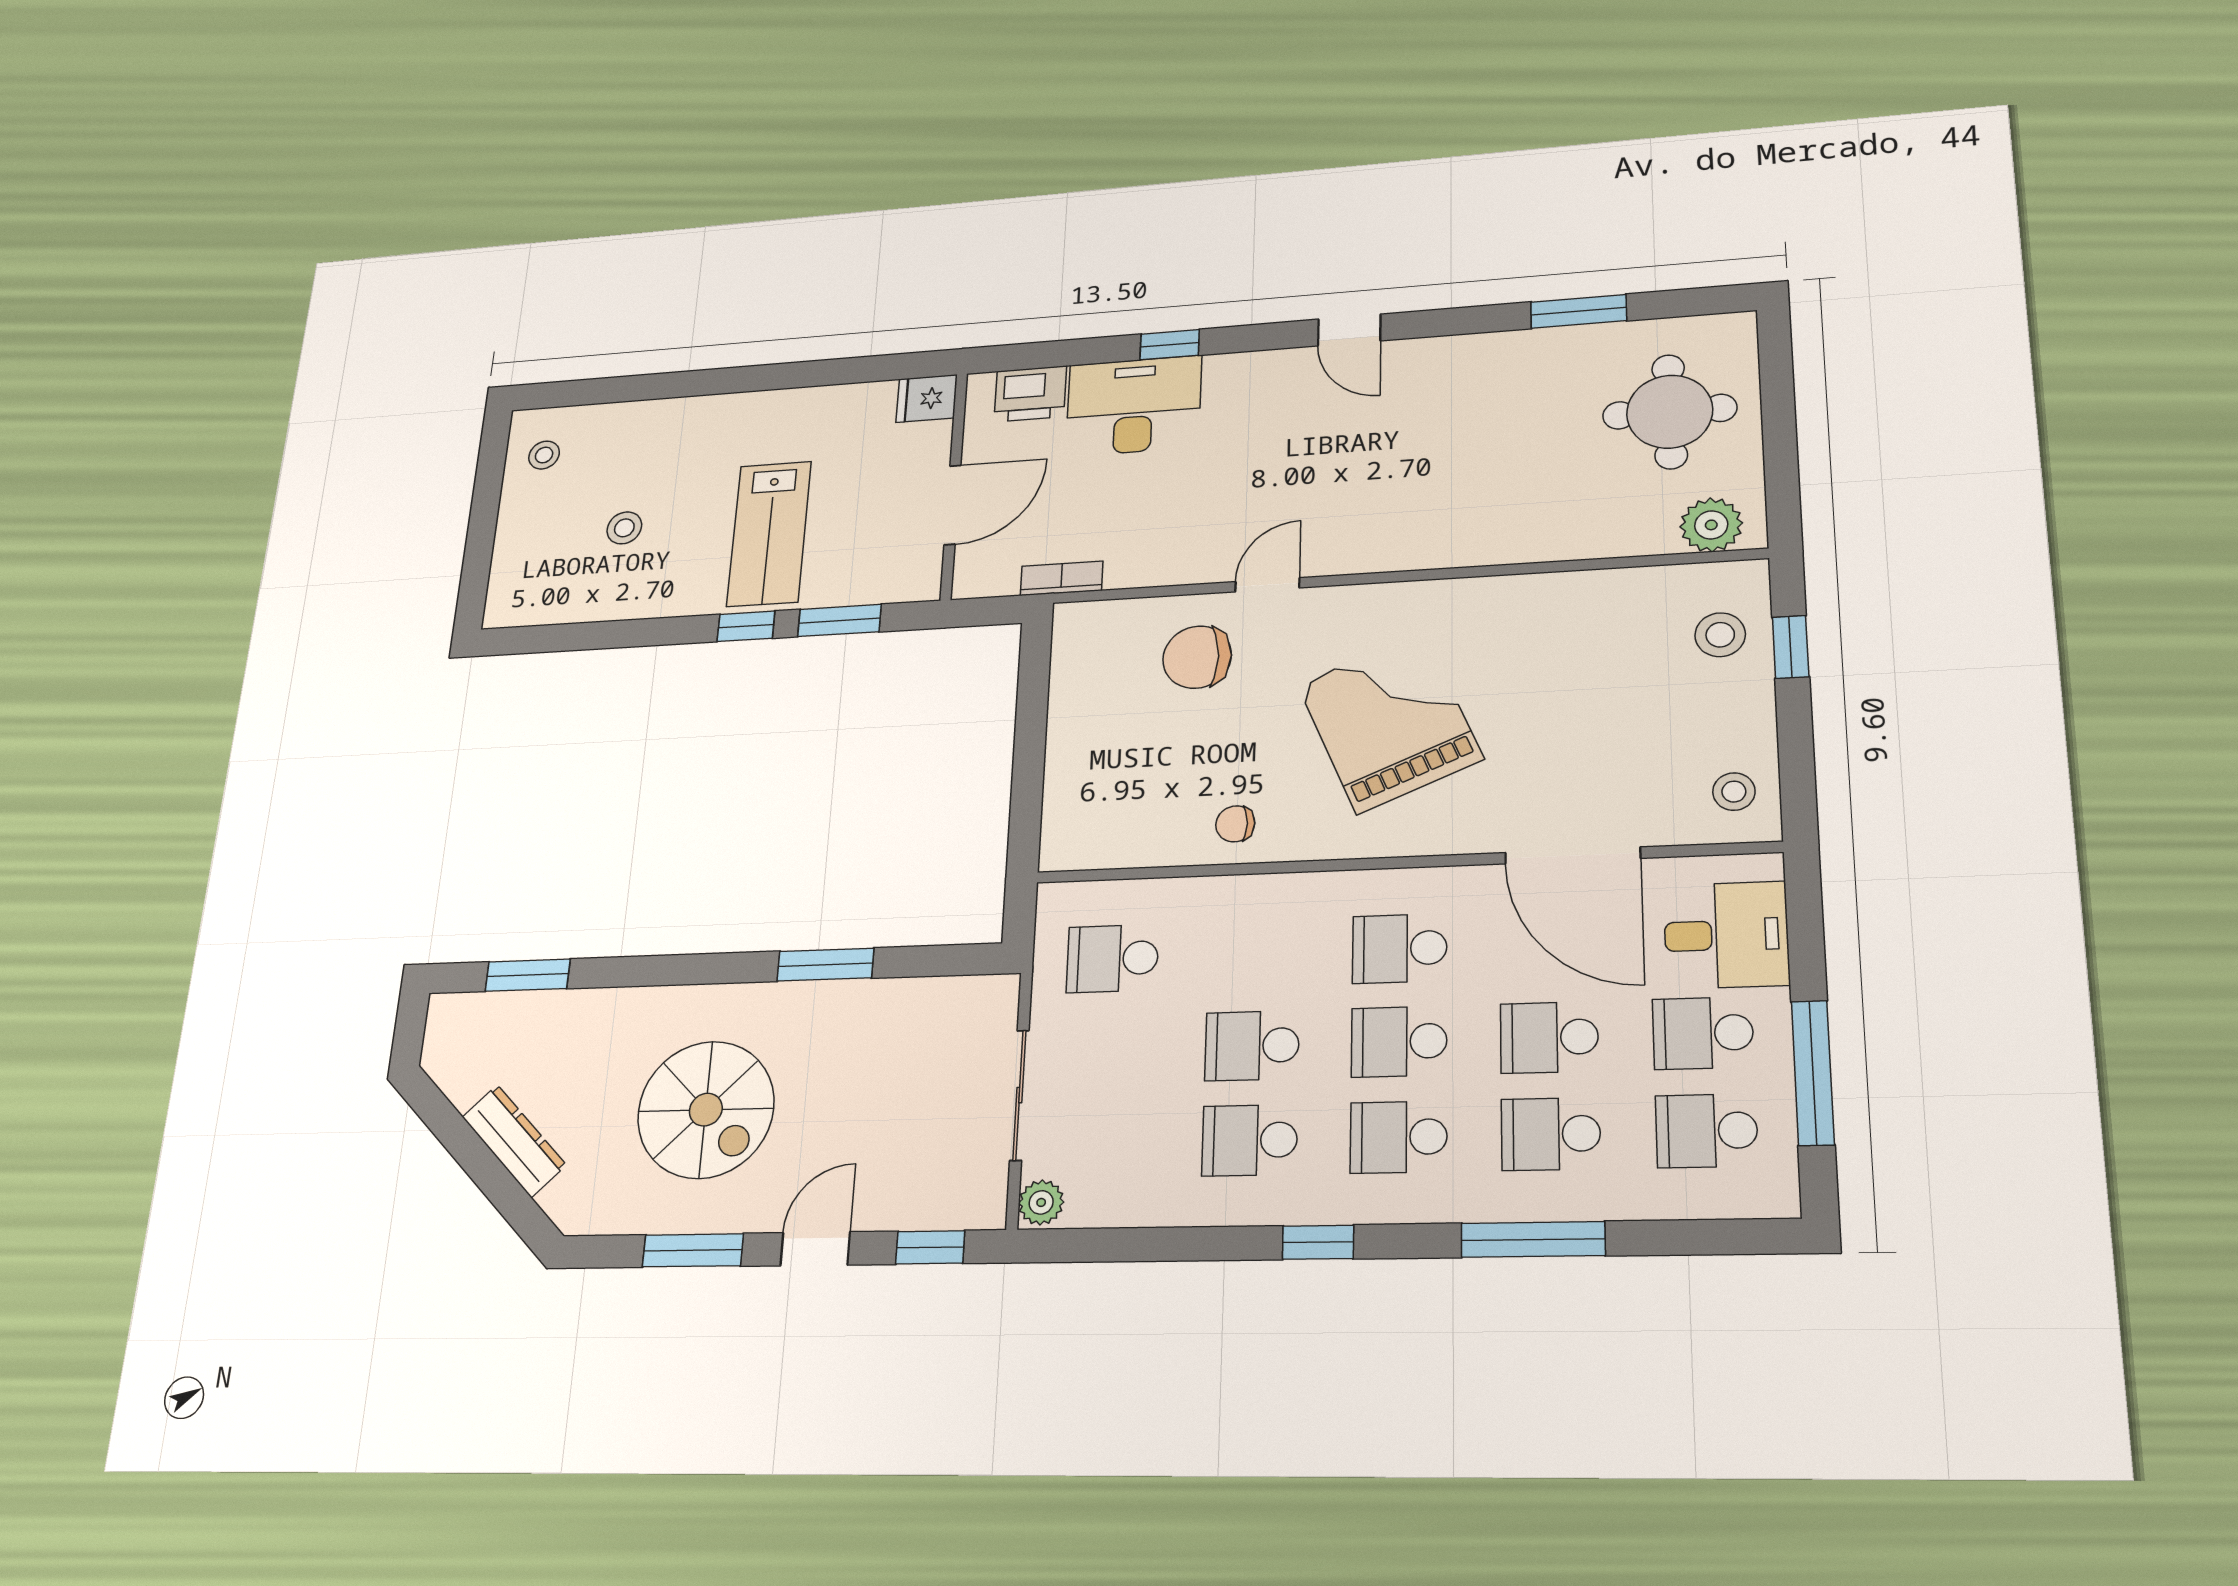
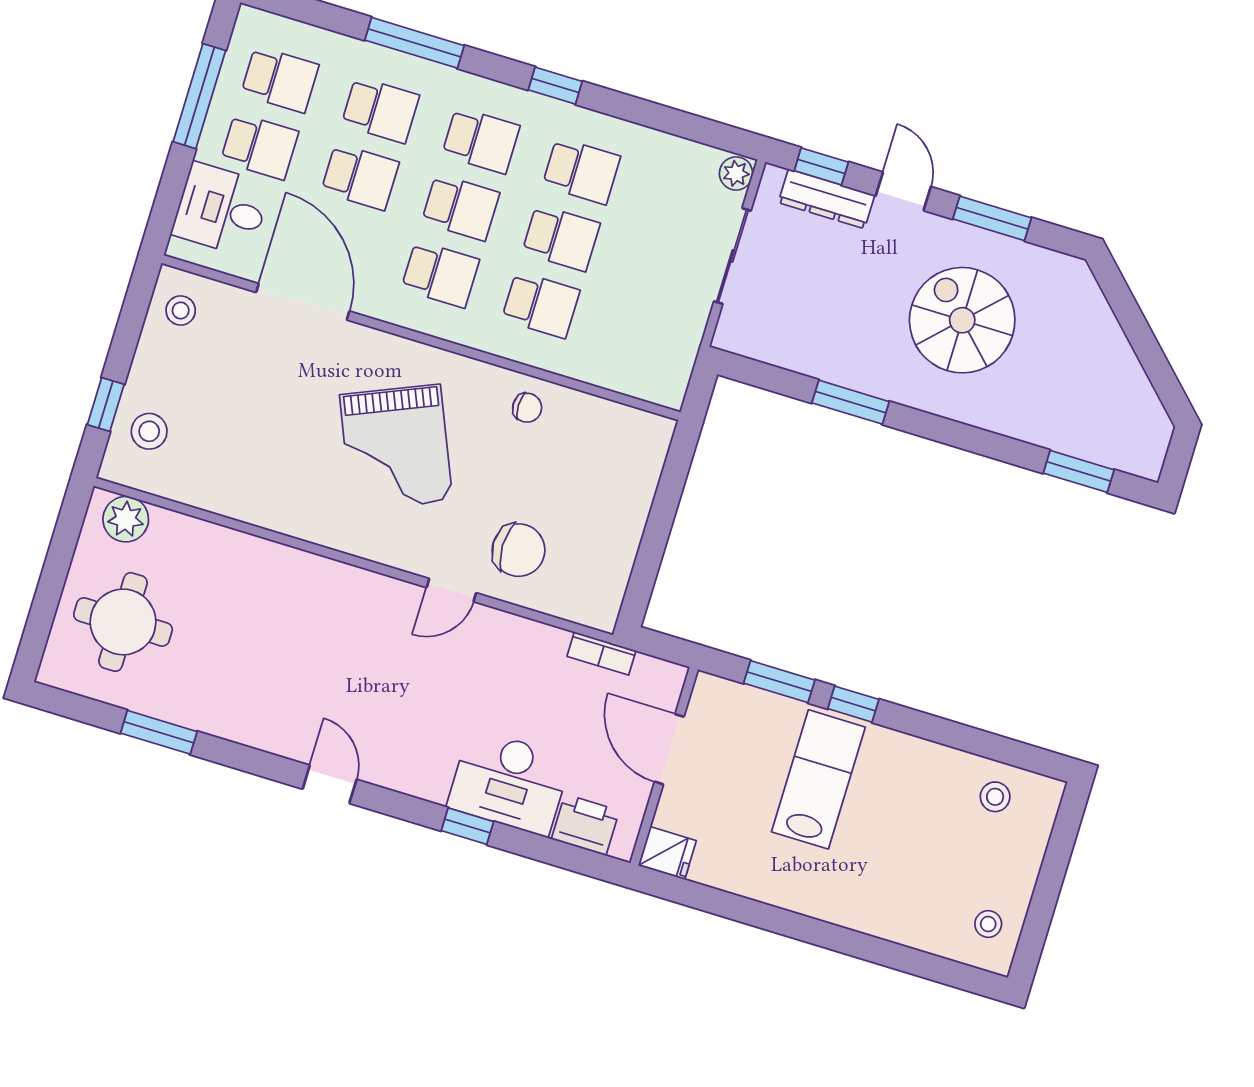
door: (952, 505) -> (669, 749), hinge flipped
stool: (624, 528) -> (995, 797), moved
school desk: (1112, 958) -> (541, 305), moved
dresser: (514, 1141) -> (826, 199), moved, turned -45
door: (815, 1249) -> (903, 191), swing flipped

